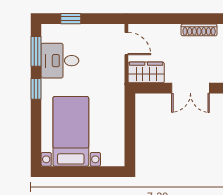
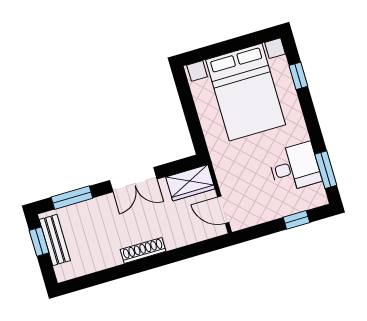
double door: (190, 88) -> (133, 180), swing flipped
window: (36, 89) -> (298, 76), moved
bed with nightstands: (71, 131) -> (246, 92), width x1.36

